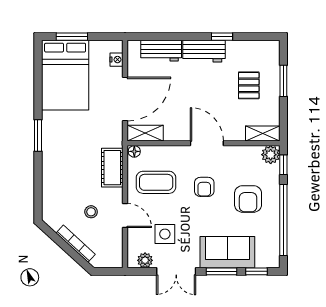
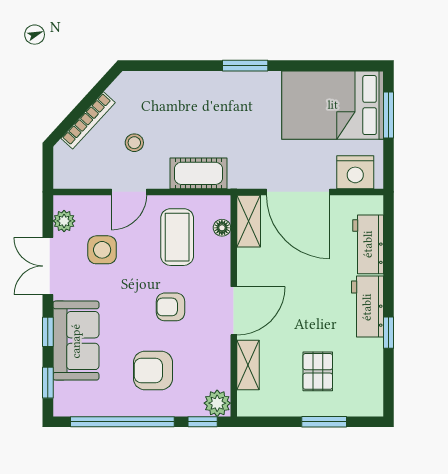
nightstand: (116, 60) -> (355, 172), width x1.89, depth x1.79
pallet: (249, 85) -> (318, 371), turned 90
shelving: (263, 133) -> (248, 365), moved
floor lamp: (134, 151) -> (222, 228), moved
window: (221, 271) -> (48, 332), width x0.67

